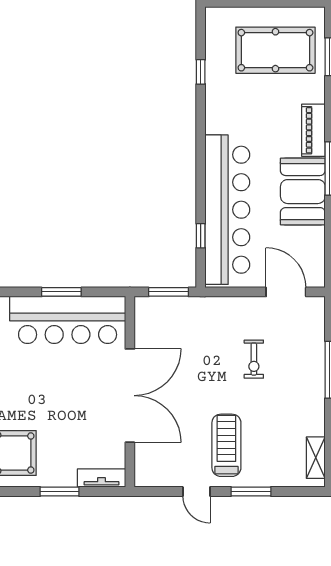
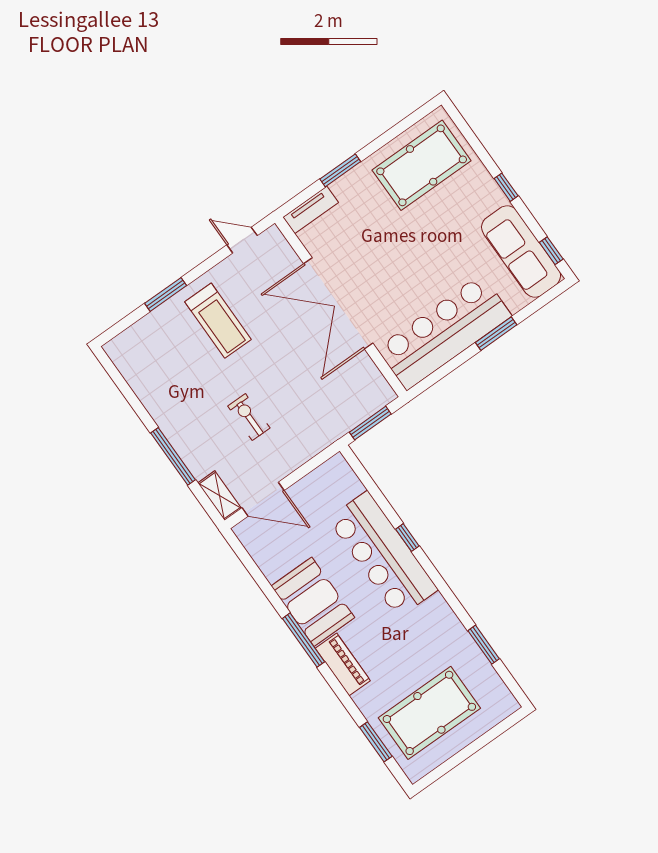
window: (201, 72) -> (484, 645), width x1.50
bar counter: (227, 210) -> (383, 554), width x0.73
window: (201, 236) -> (407, 538), moved
window: (61, 292) -> (496, 334), moved
shelving: (316, 458) -> (220, 496), moved
door: (196, 491) -> (242, 240), moved

